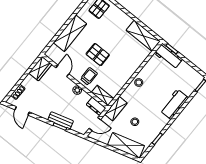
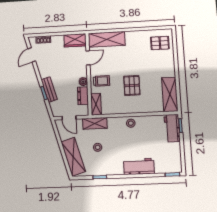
shelving: (70, 33) -> (107, 39), moved
pallet: (98, 55) -> (132, 85), moved
dresser: (96, 106) -> (83, 96), moved

